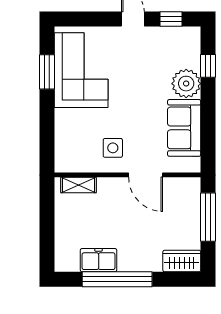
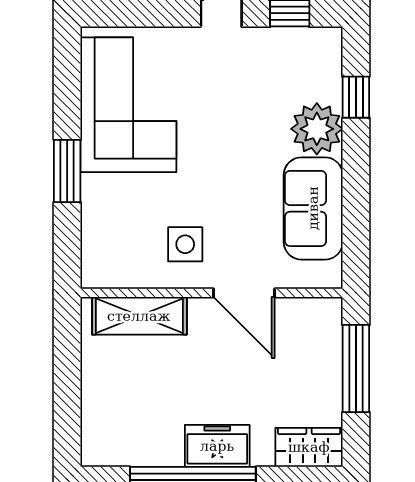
window: (47, 72) -> (67, 171), moved
shelving: (78, 185) -> (139, 316), width x1.50, depth x1.33
freezer: (99, 260) -> (217, 446), moved

